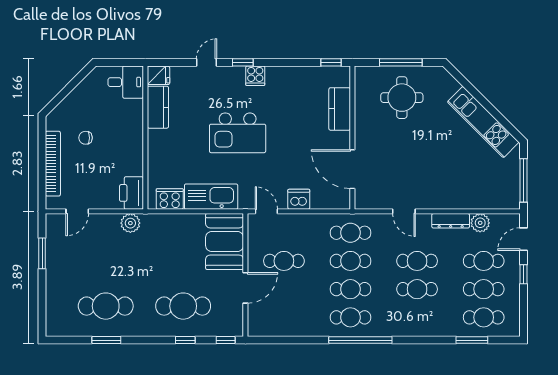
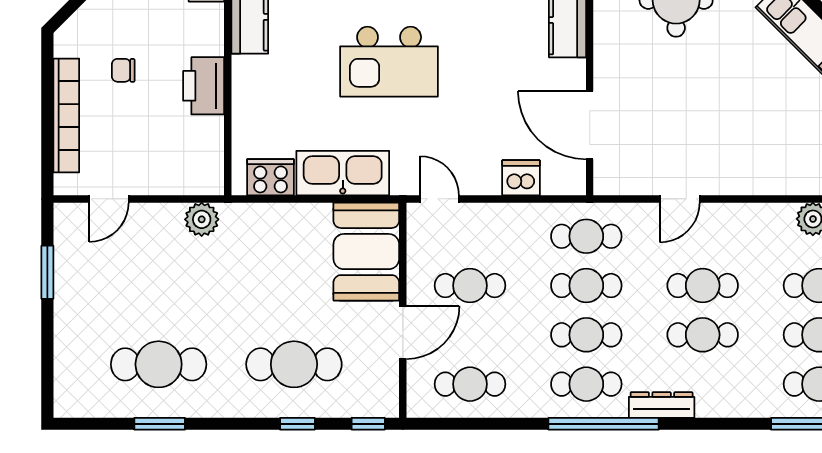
printer: (131, 193) -> (204, 86), moved
dishwasher: (299, 199) -> (521, 178), moved
door: (404, 211) -> (680, 199), hinge flipped
dresser: (451, 221) -> (662, 405), moved, turned 180
cafe table: (284, 317) -> (470, 384), added

